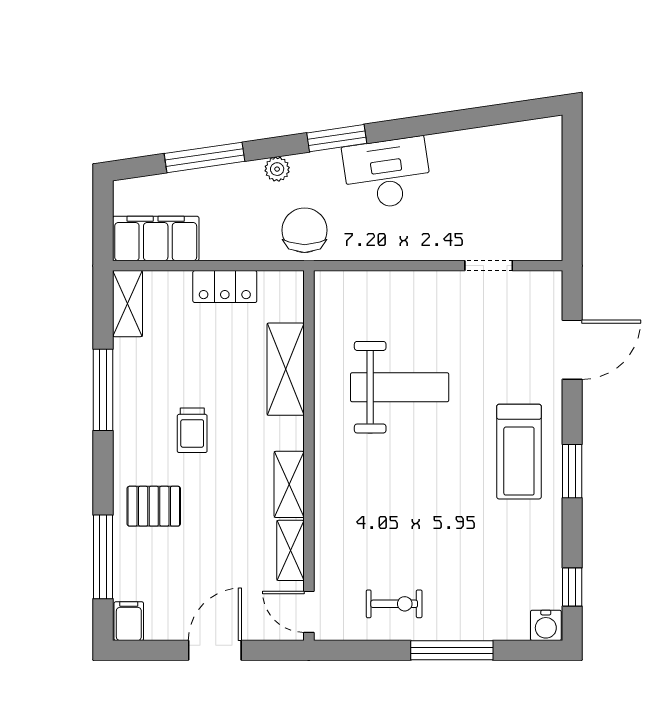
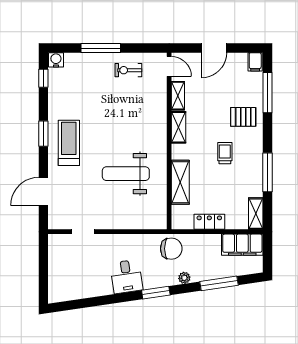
desk: (387, 174) -> (126, 276), width x0.73
chair: (305, 230) -> (171, 249), turned -90

